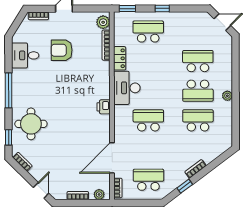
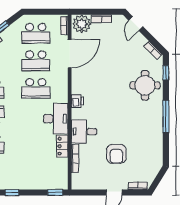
window: (162, 8) -> (12, 192), moved
plant: (103, 22) -> (78, 180), removed
school desk: (148, 31) -> (36, 61), moved
armchair: (62, 50) -> (116, 154), turned 90
desk: (25, 55) -> (84, 132), moved, turned 180
plant: (99, 194) -> (82, 24), width x1.87, depth x1.87

